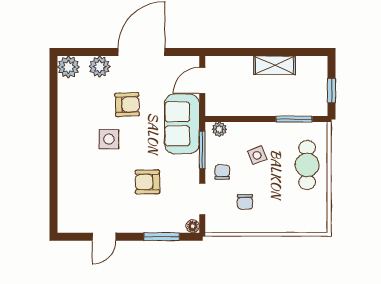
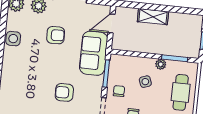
shelving: (274, 65) -> (153, 17), moved
plant: (219, 129) -> (161, 64), moved
side table: (109, 139) -> (13, 39), moved

